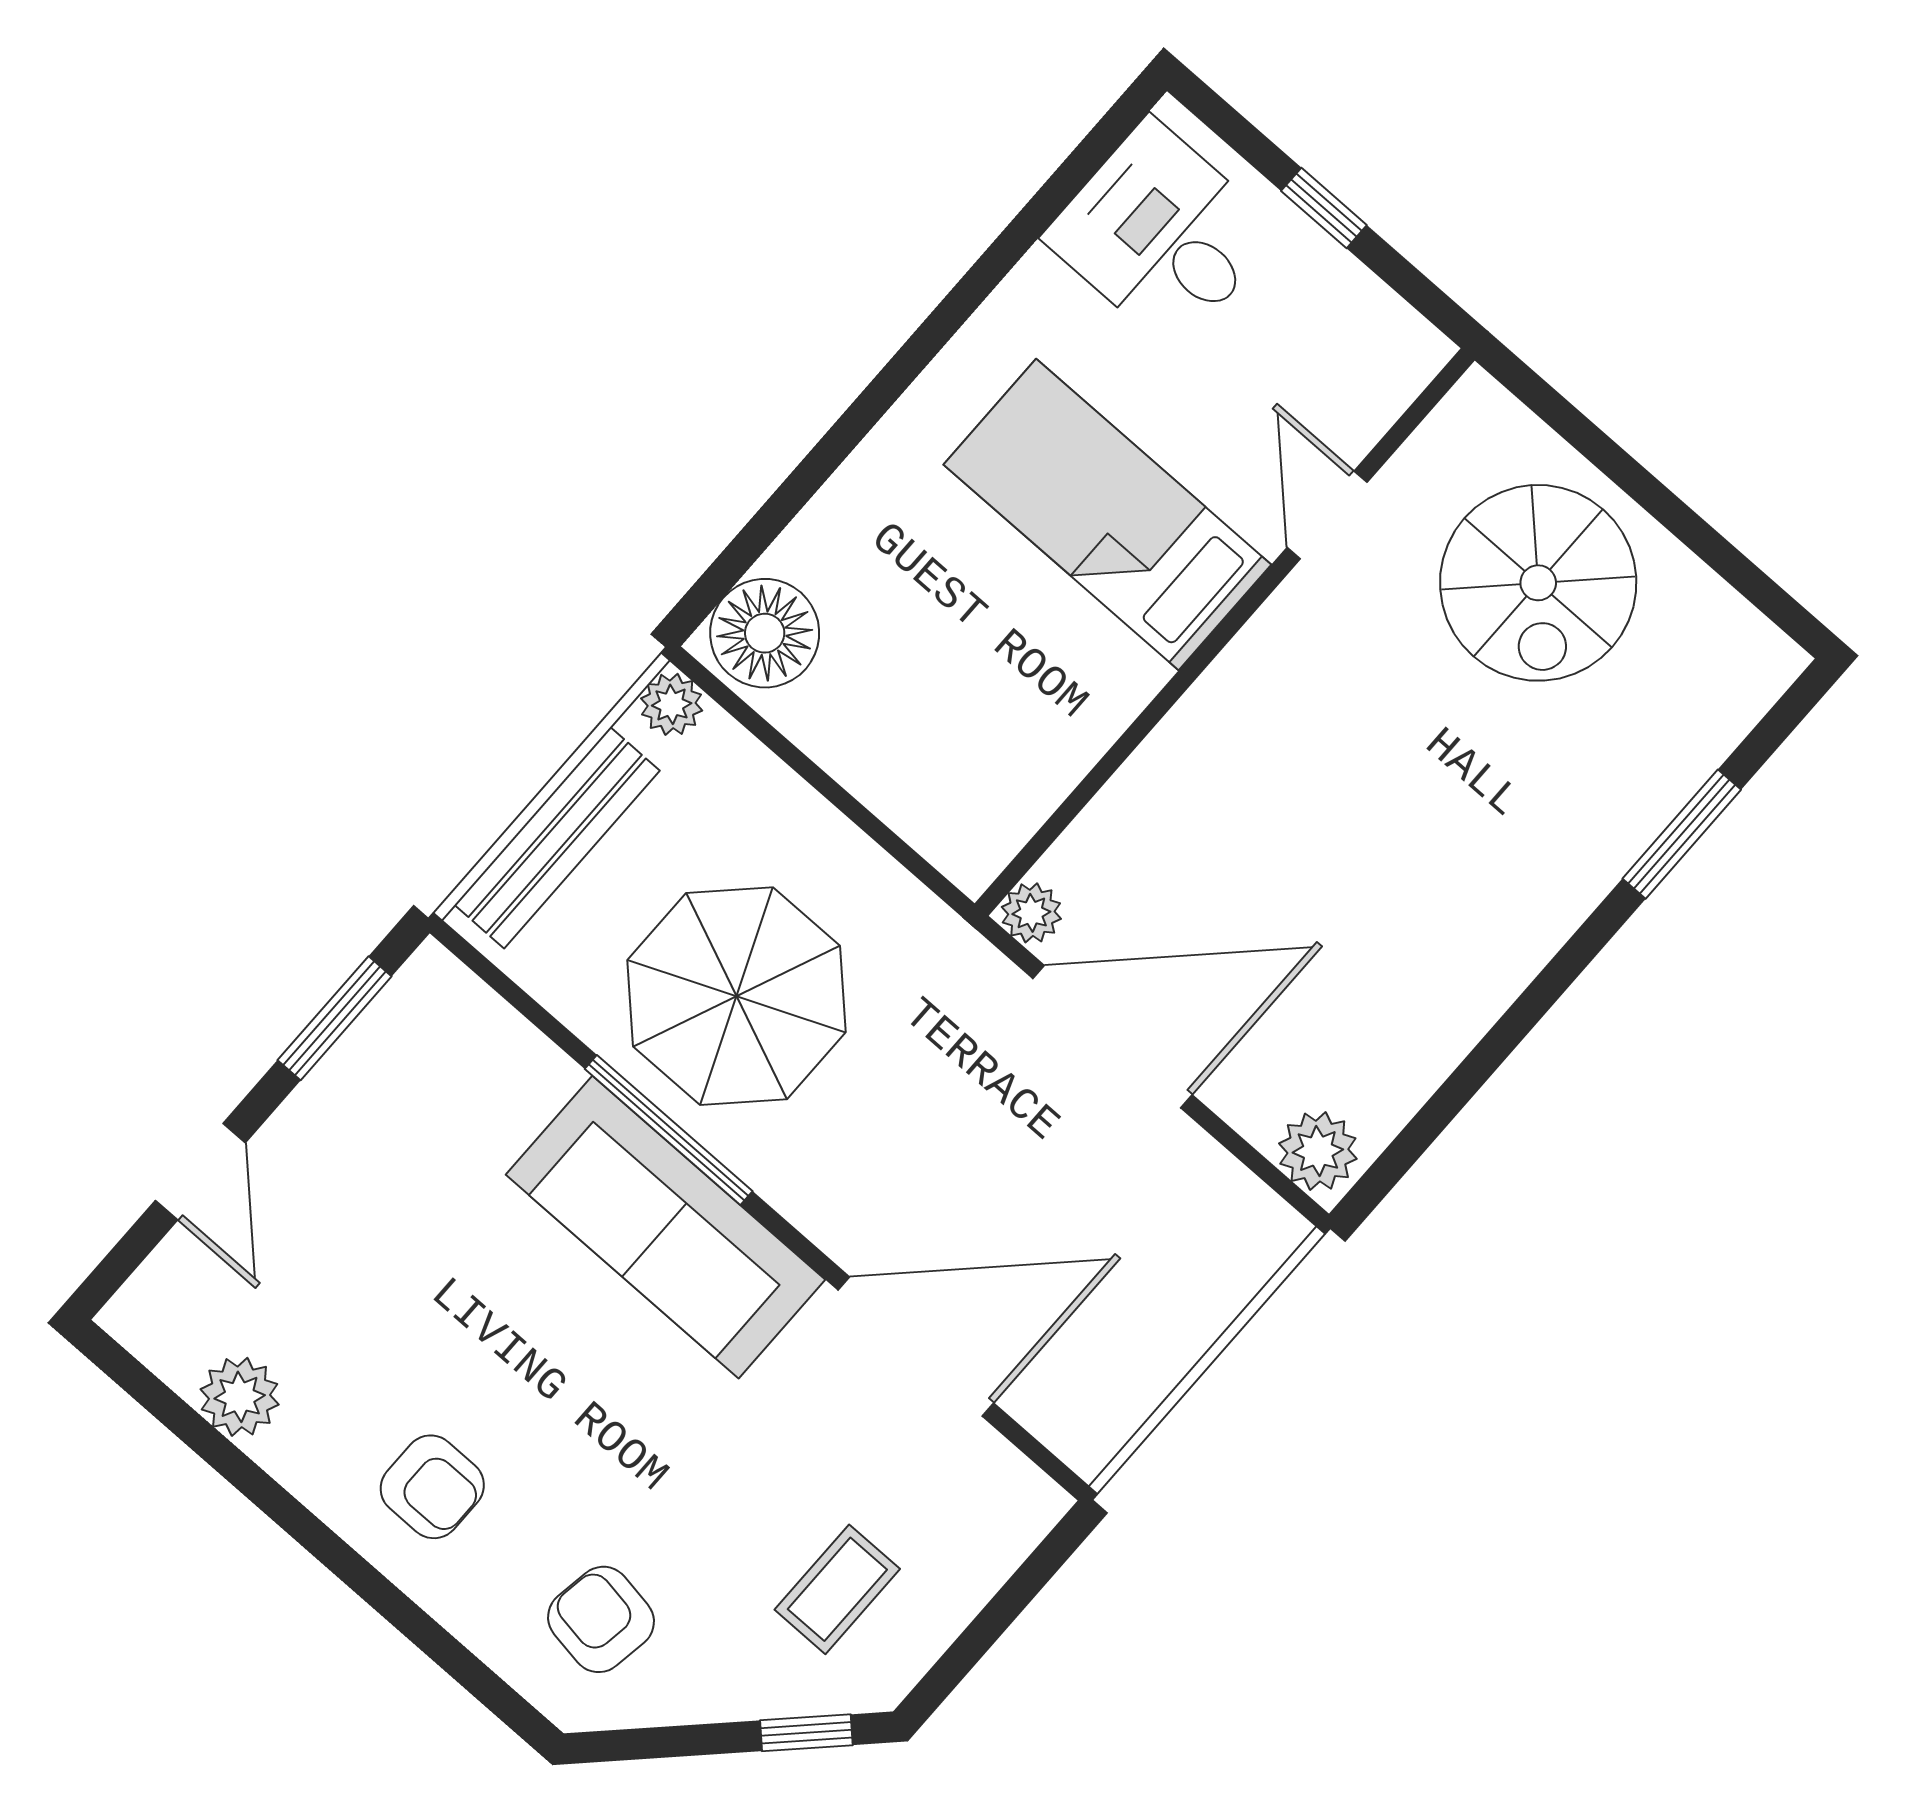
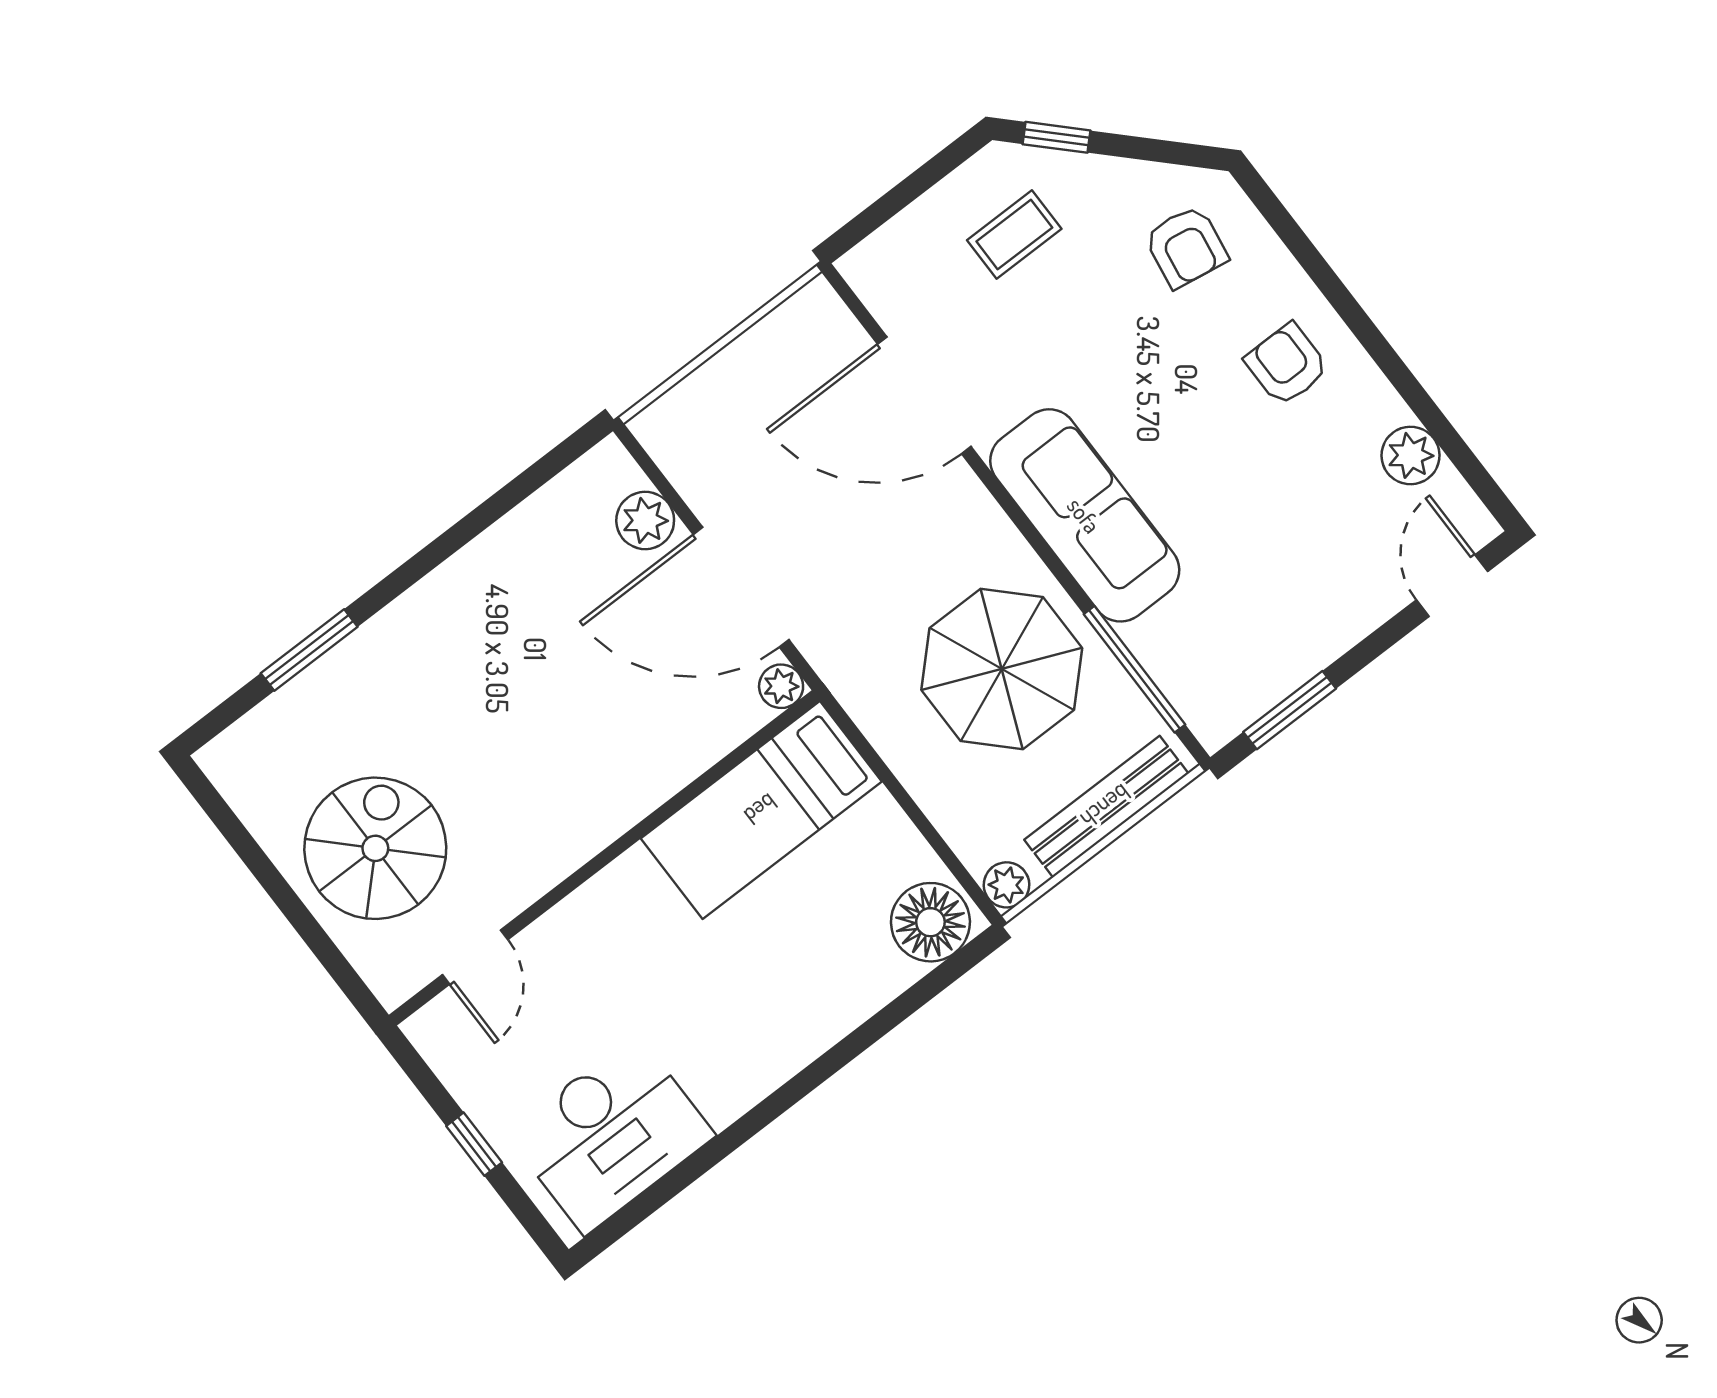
desk: (1162, 235) -> (611, 1135), width x1.37
bed: (1107, 515) -> (761, 810), moved, turned 90
door: (1327, 515) -> (475, 957), moved
window: (669, 1130) -> (1134, 669), moved
plant: (1318, 1151) -> (645, 520), moved
door: (200, 1172) -> (1452, 586), moved

